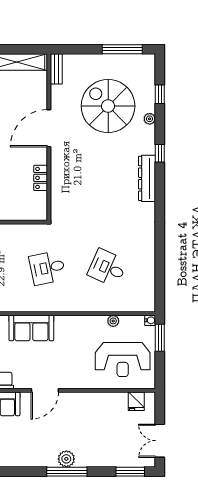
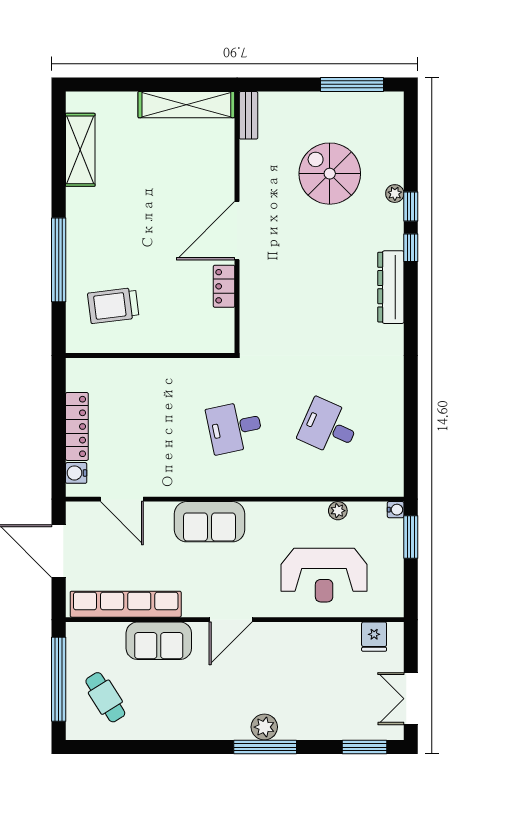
window: (160, 94) -> (411, 206), moved
spiral stairs: (108, 106) -> (330, 174), width x0.73, depth x0.73
door: (49, 128) -> (237, 231), moved
reception desk: (123, 359) -> (324, 575), moved

